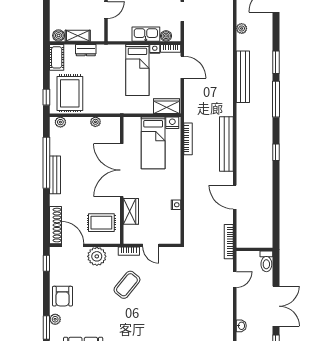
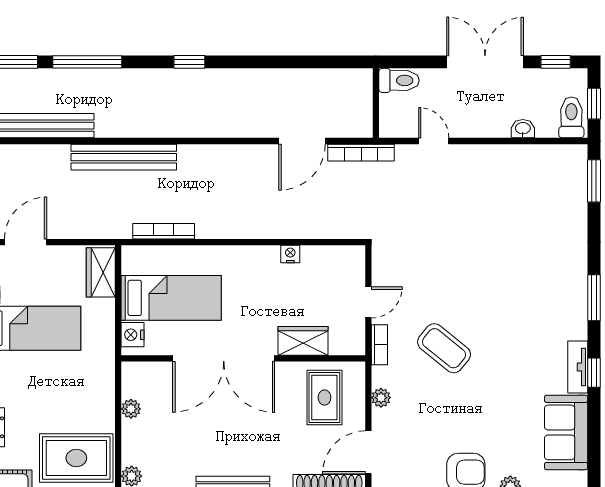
nightstand: (172, 123) -> (133, 335), moved
bench: (226, 144) -> (124, 157), moved
door: (235, 197) -> (302, 141), moved
plant: (97, 256) -> (381, 398), width x0.53, depth x0.53

